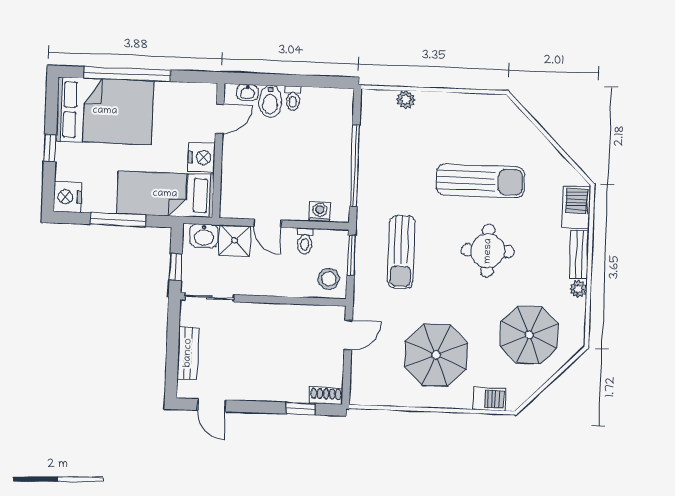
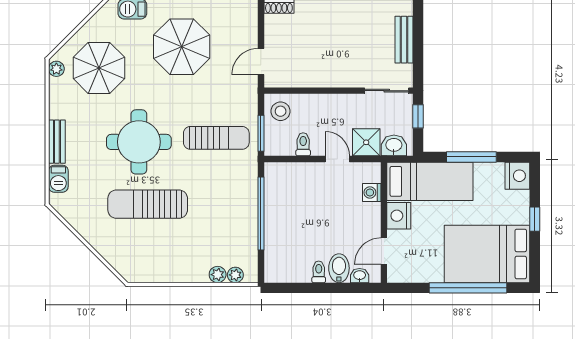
plant: (386, 98) -> (235, 275), added
barbecue: (576, 207) -> (58, 179), width x0.73, depth x0.79
washing machine: (320, 212) -> (372, 192), moved, turned 90
round table: (488, 251) -> (139, 142), width x1.36, depth x1.36
sun lounger: (401, 252) -> (216, 138), turned 90
plant: (578, 289) -> (56, 69), moved

